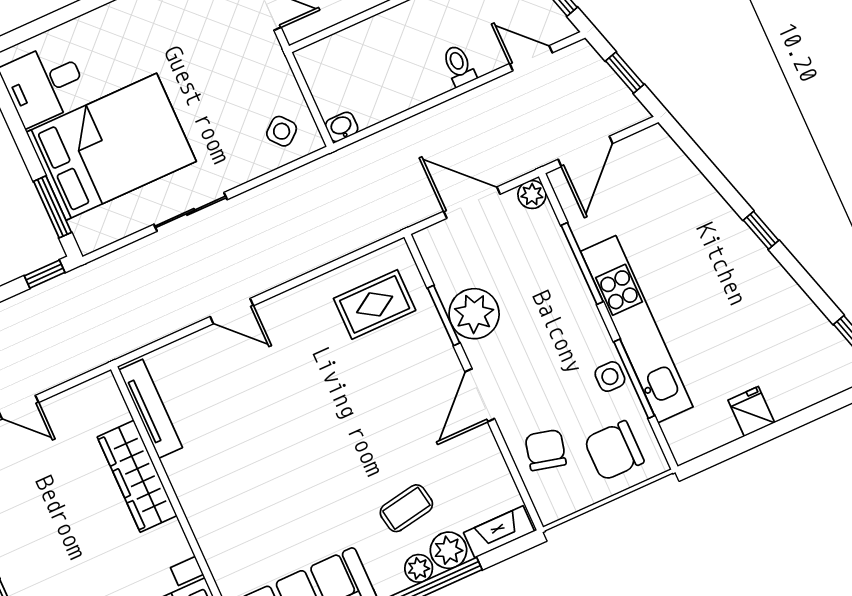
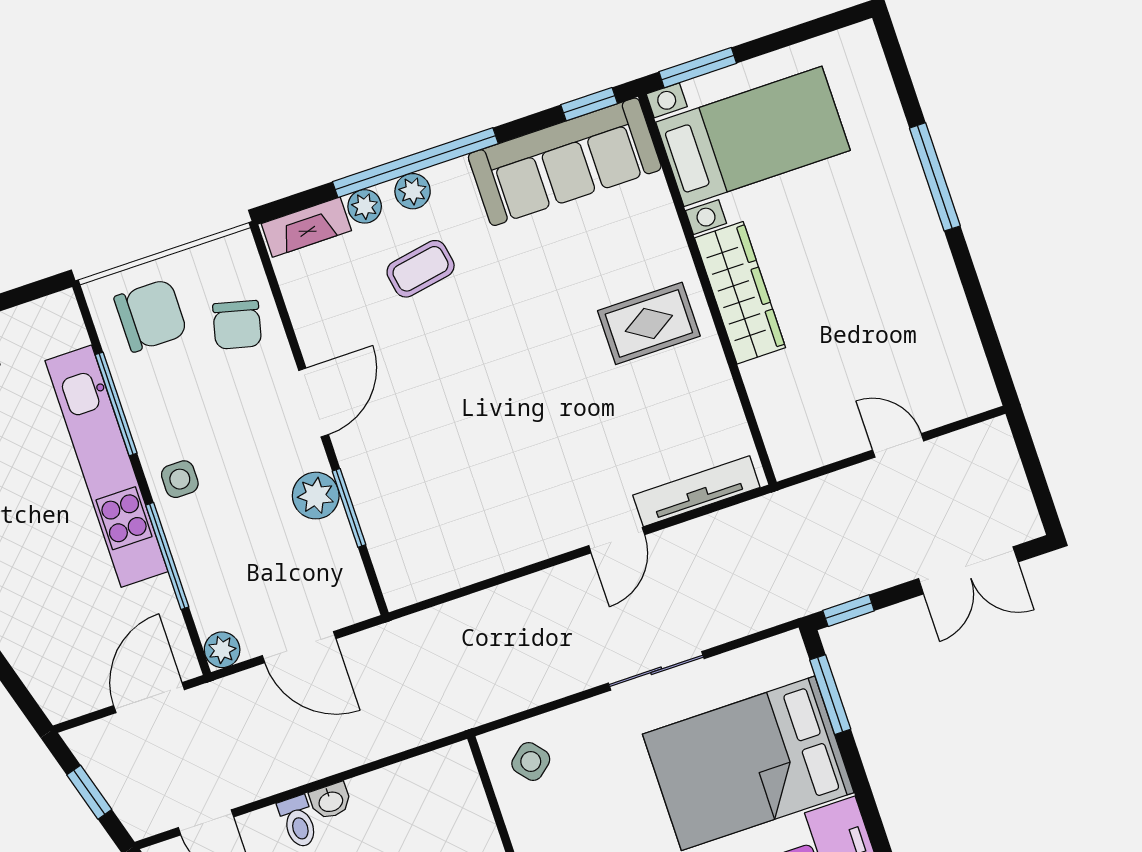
washbasin: (342, 127) -> (331, 801), moved
rug: (375, 304) -> (649, 323), moved
door: (232, 311) -> (617, 540), swing flipped
plant: (474, 314) -> (316, 496), width x0.73, depth x0.73
side table: (610, 377) -> (180, 479), moved
tv unit: (151, 409) -> (696, 491), moved, turned 90
wardrobe: (137, 476) -> (740, 293), moved
plant: (448, 550) -> (365, 206), width x0.73, depth x0.73

